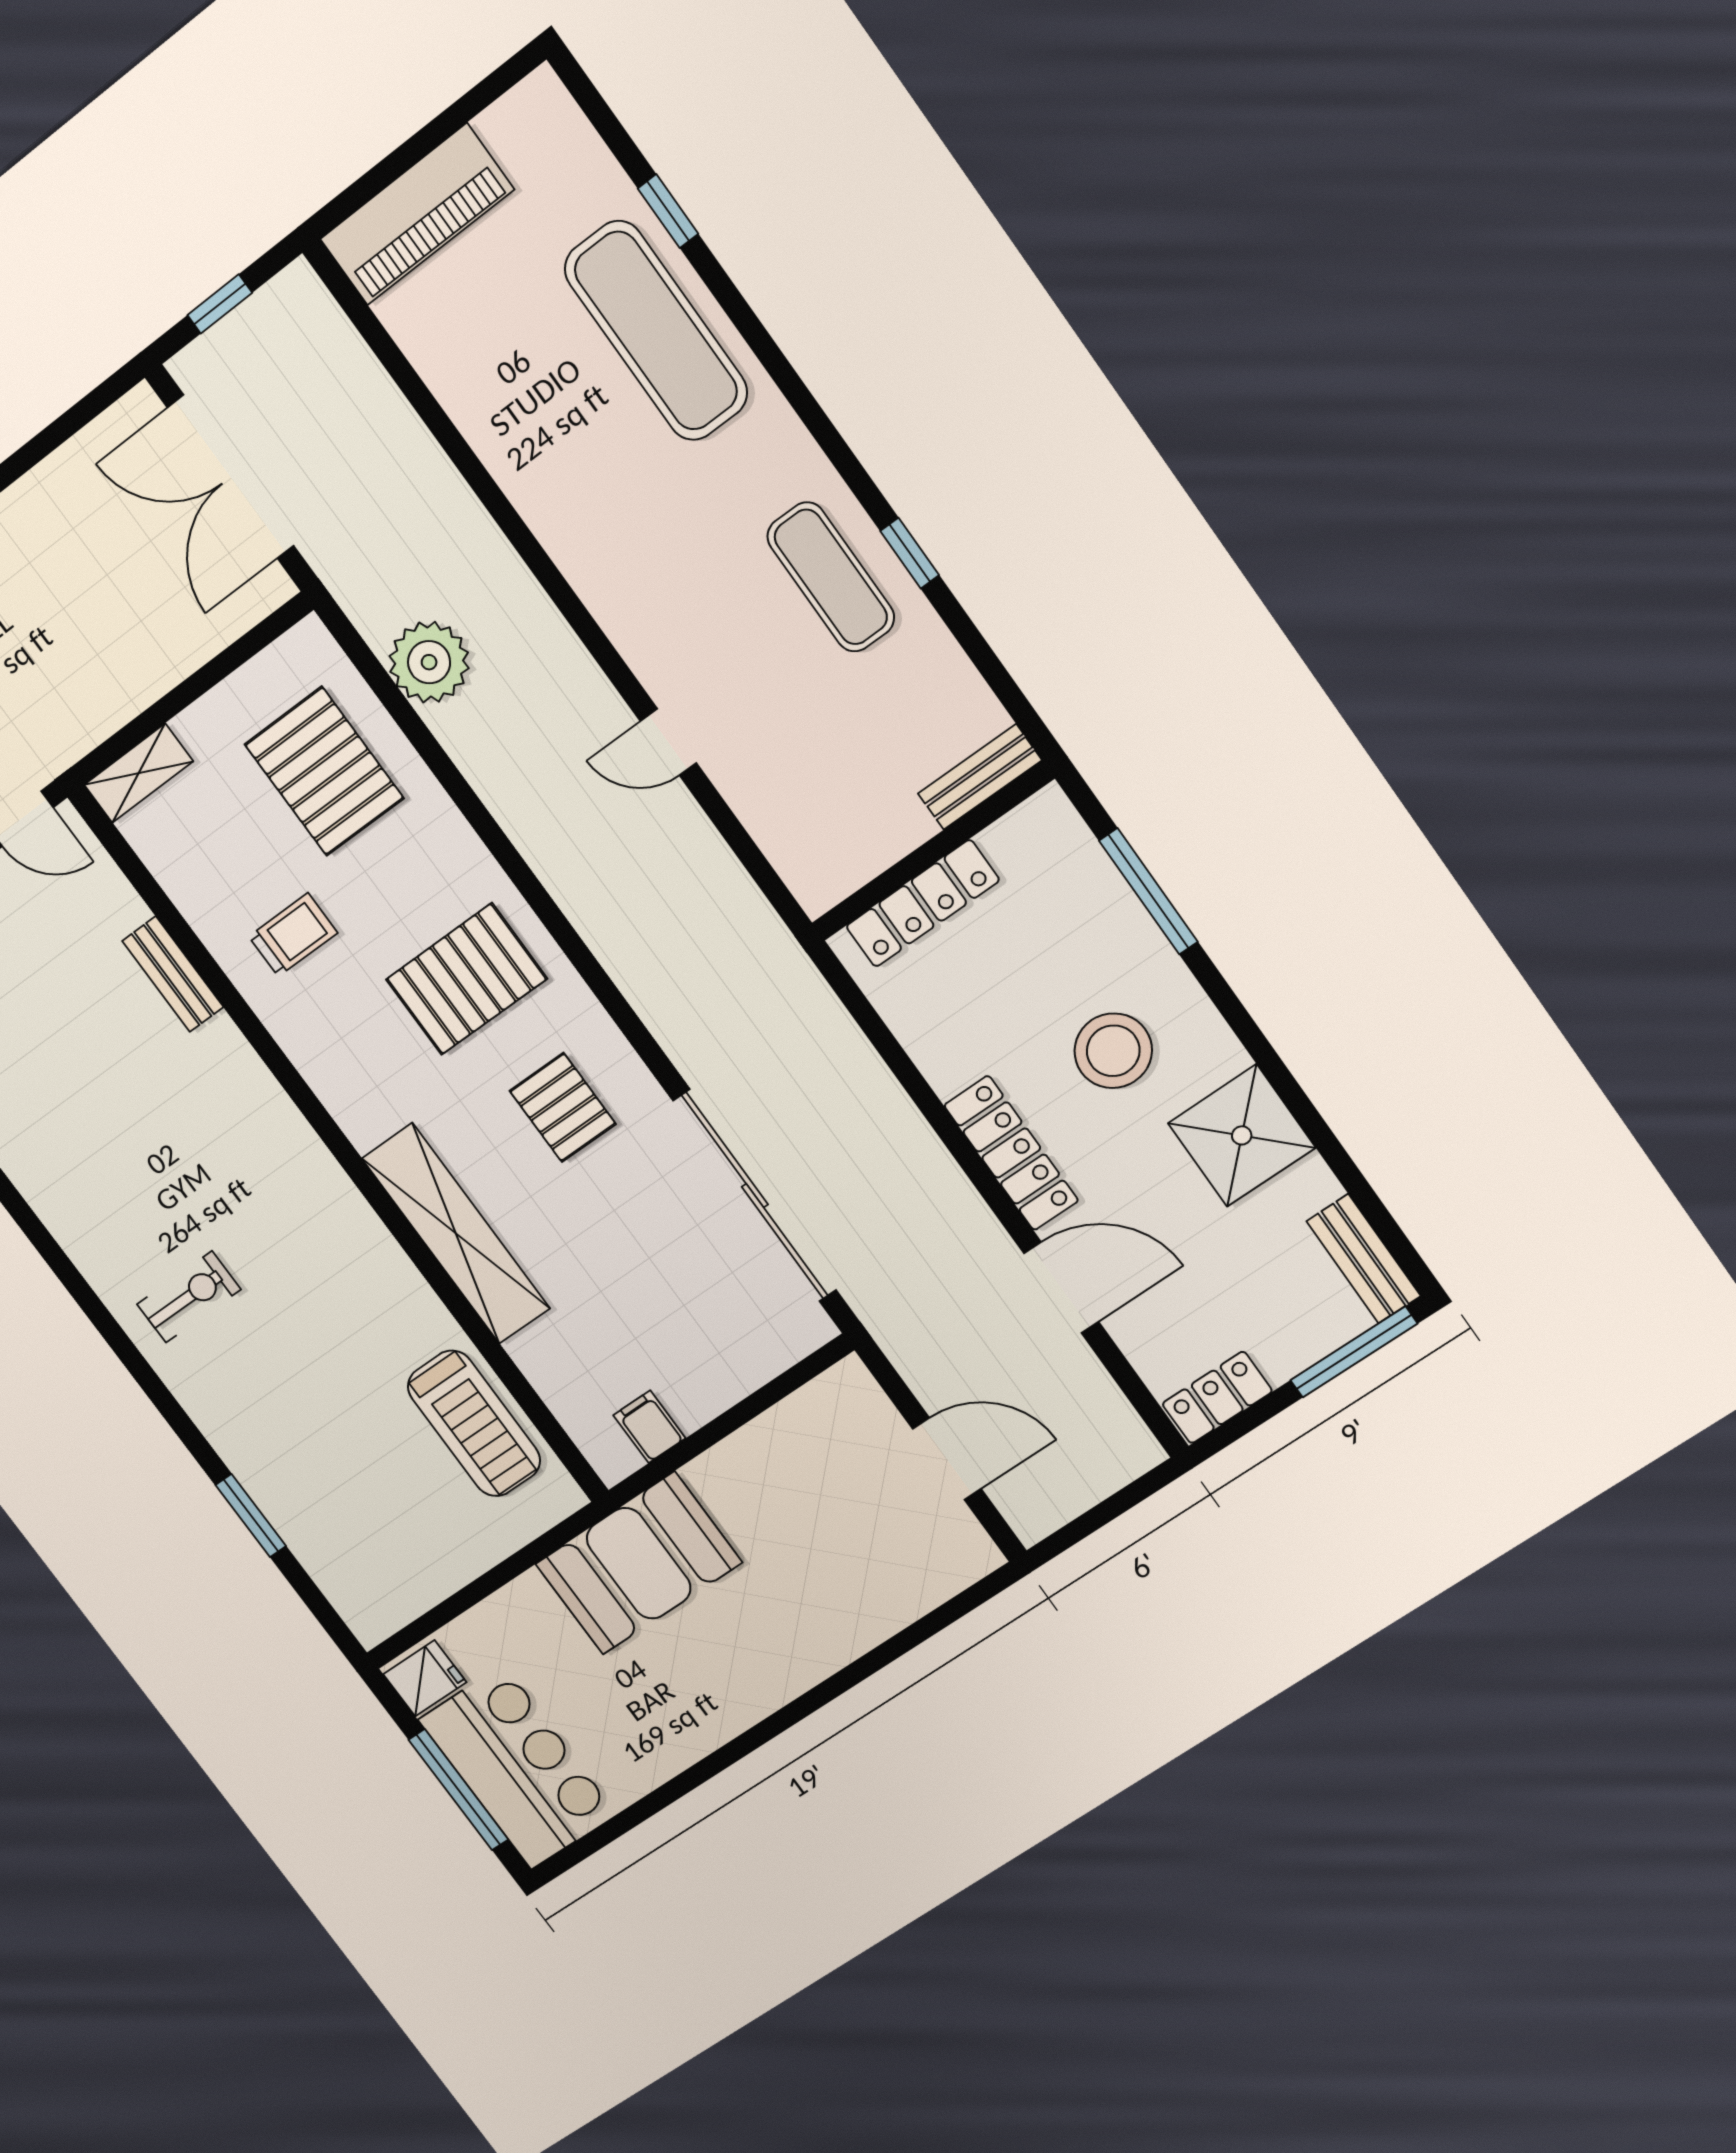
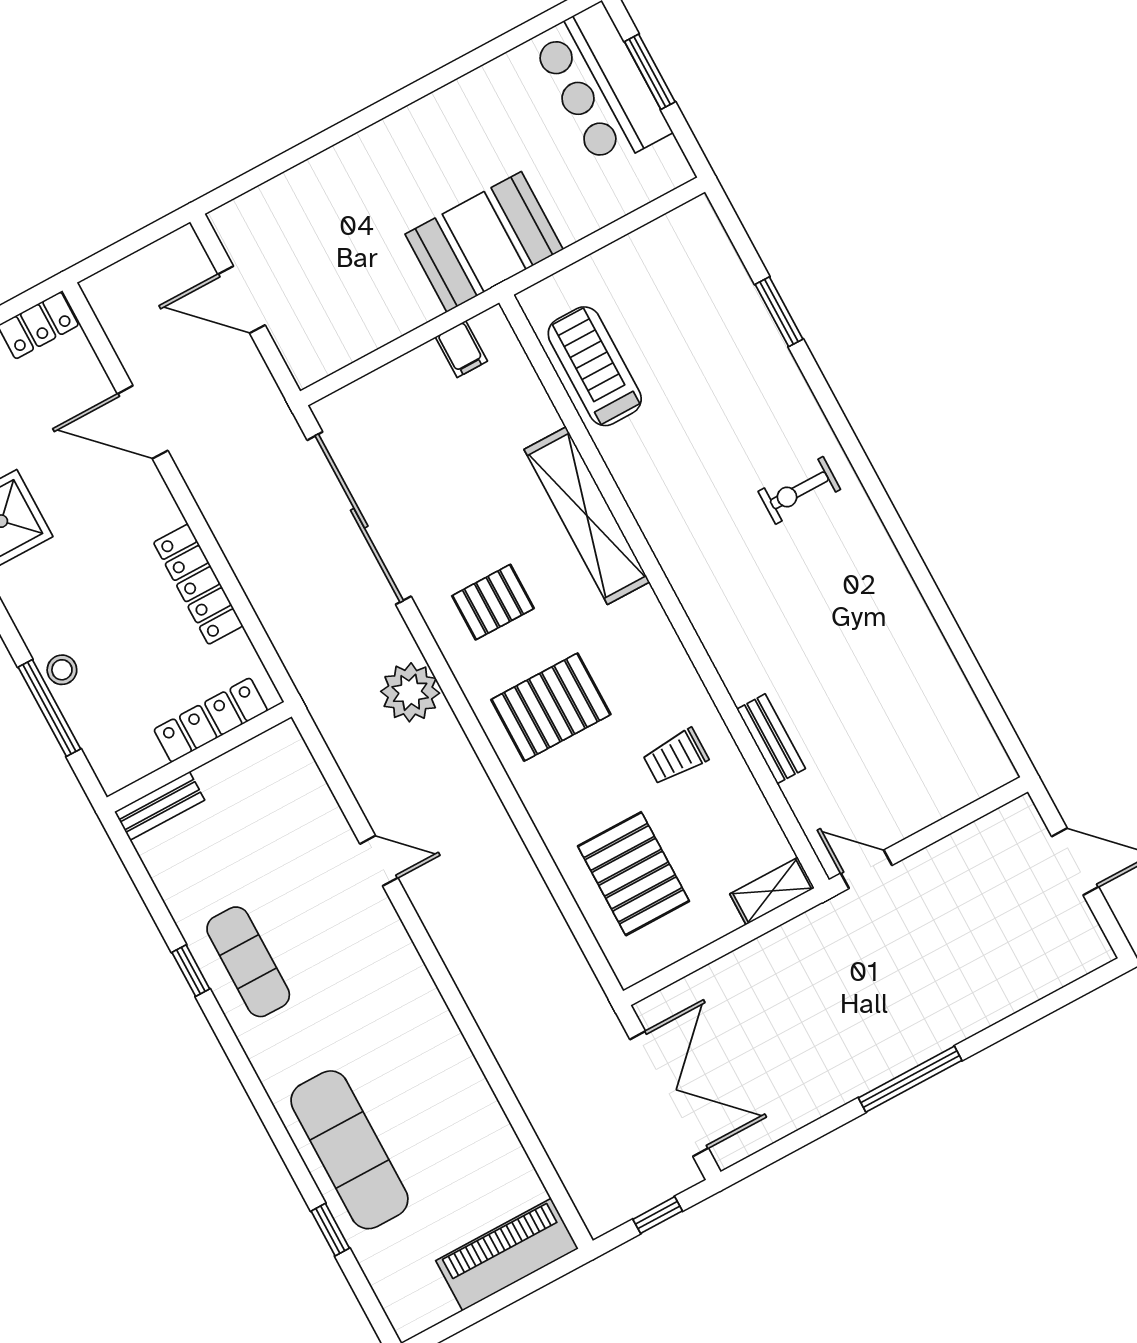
plant: (429, 662) -> (410, 692), moved
stool: (1113, 1051) -> (62, 670), moved, width x0.53, depth x0.53
pallet: (563, 1107) -> (493, 602), turned 90
locker: (1011, 1153) -> (198, 584), moved
fridge: (425, 1678) -> (663, 166), removed
window: (458, 1790) -> (650, 72), width x0.69

